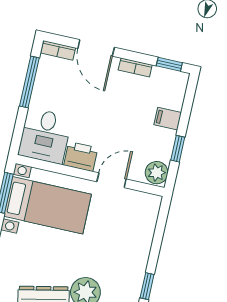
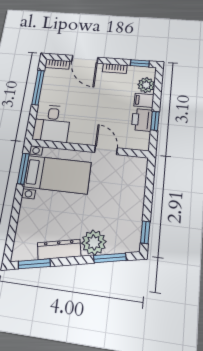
printer: (81, 157) -> (142, 120), moved, turned -90
plant: (157, 173) -> (146, 85), moved
door: (112, 180) -> (106, 150), hinge flipped

